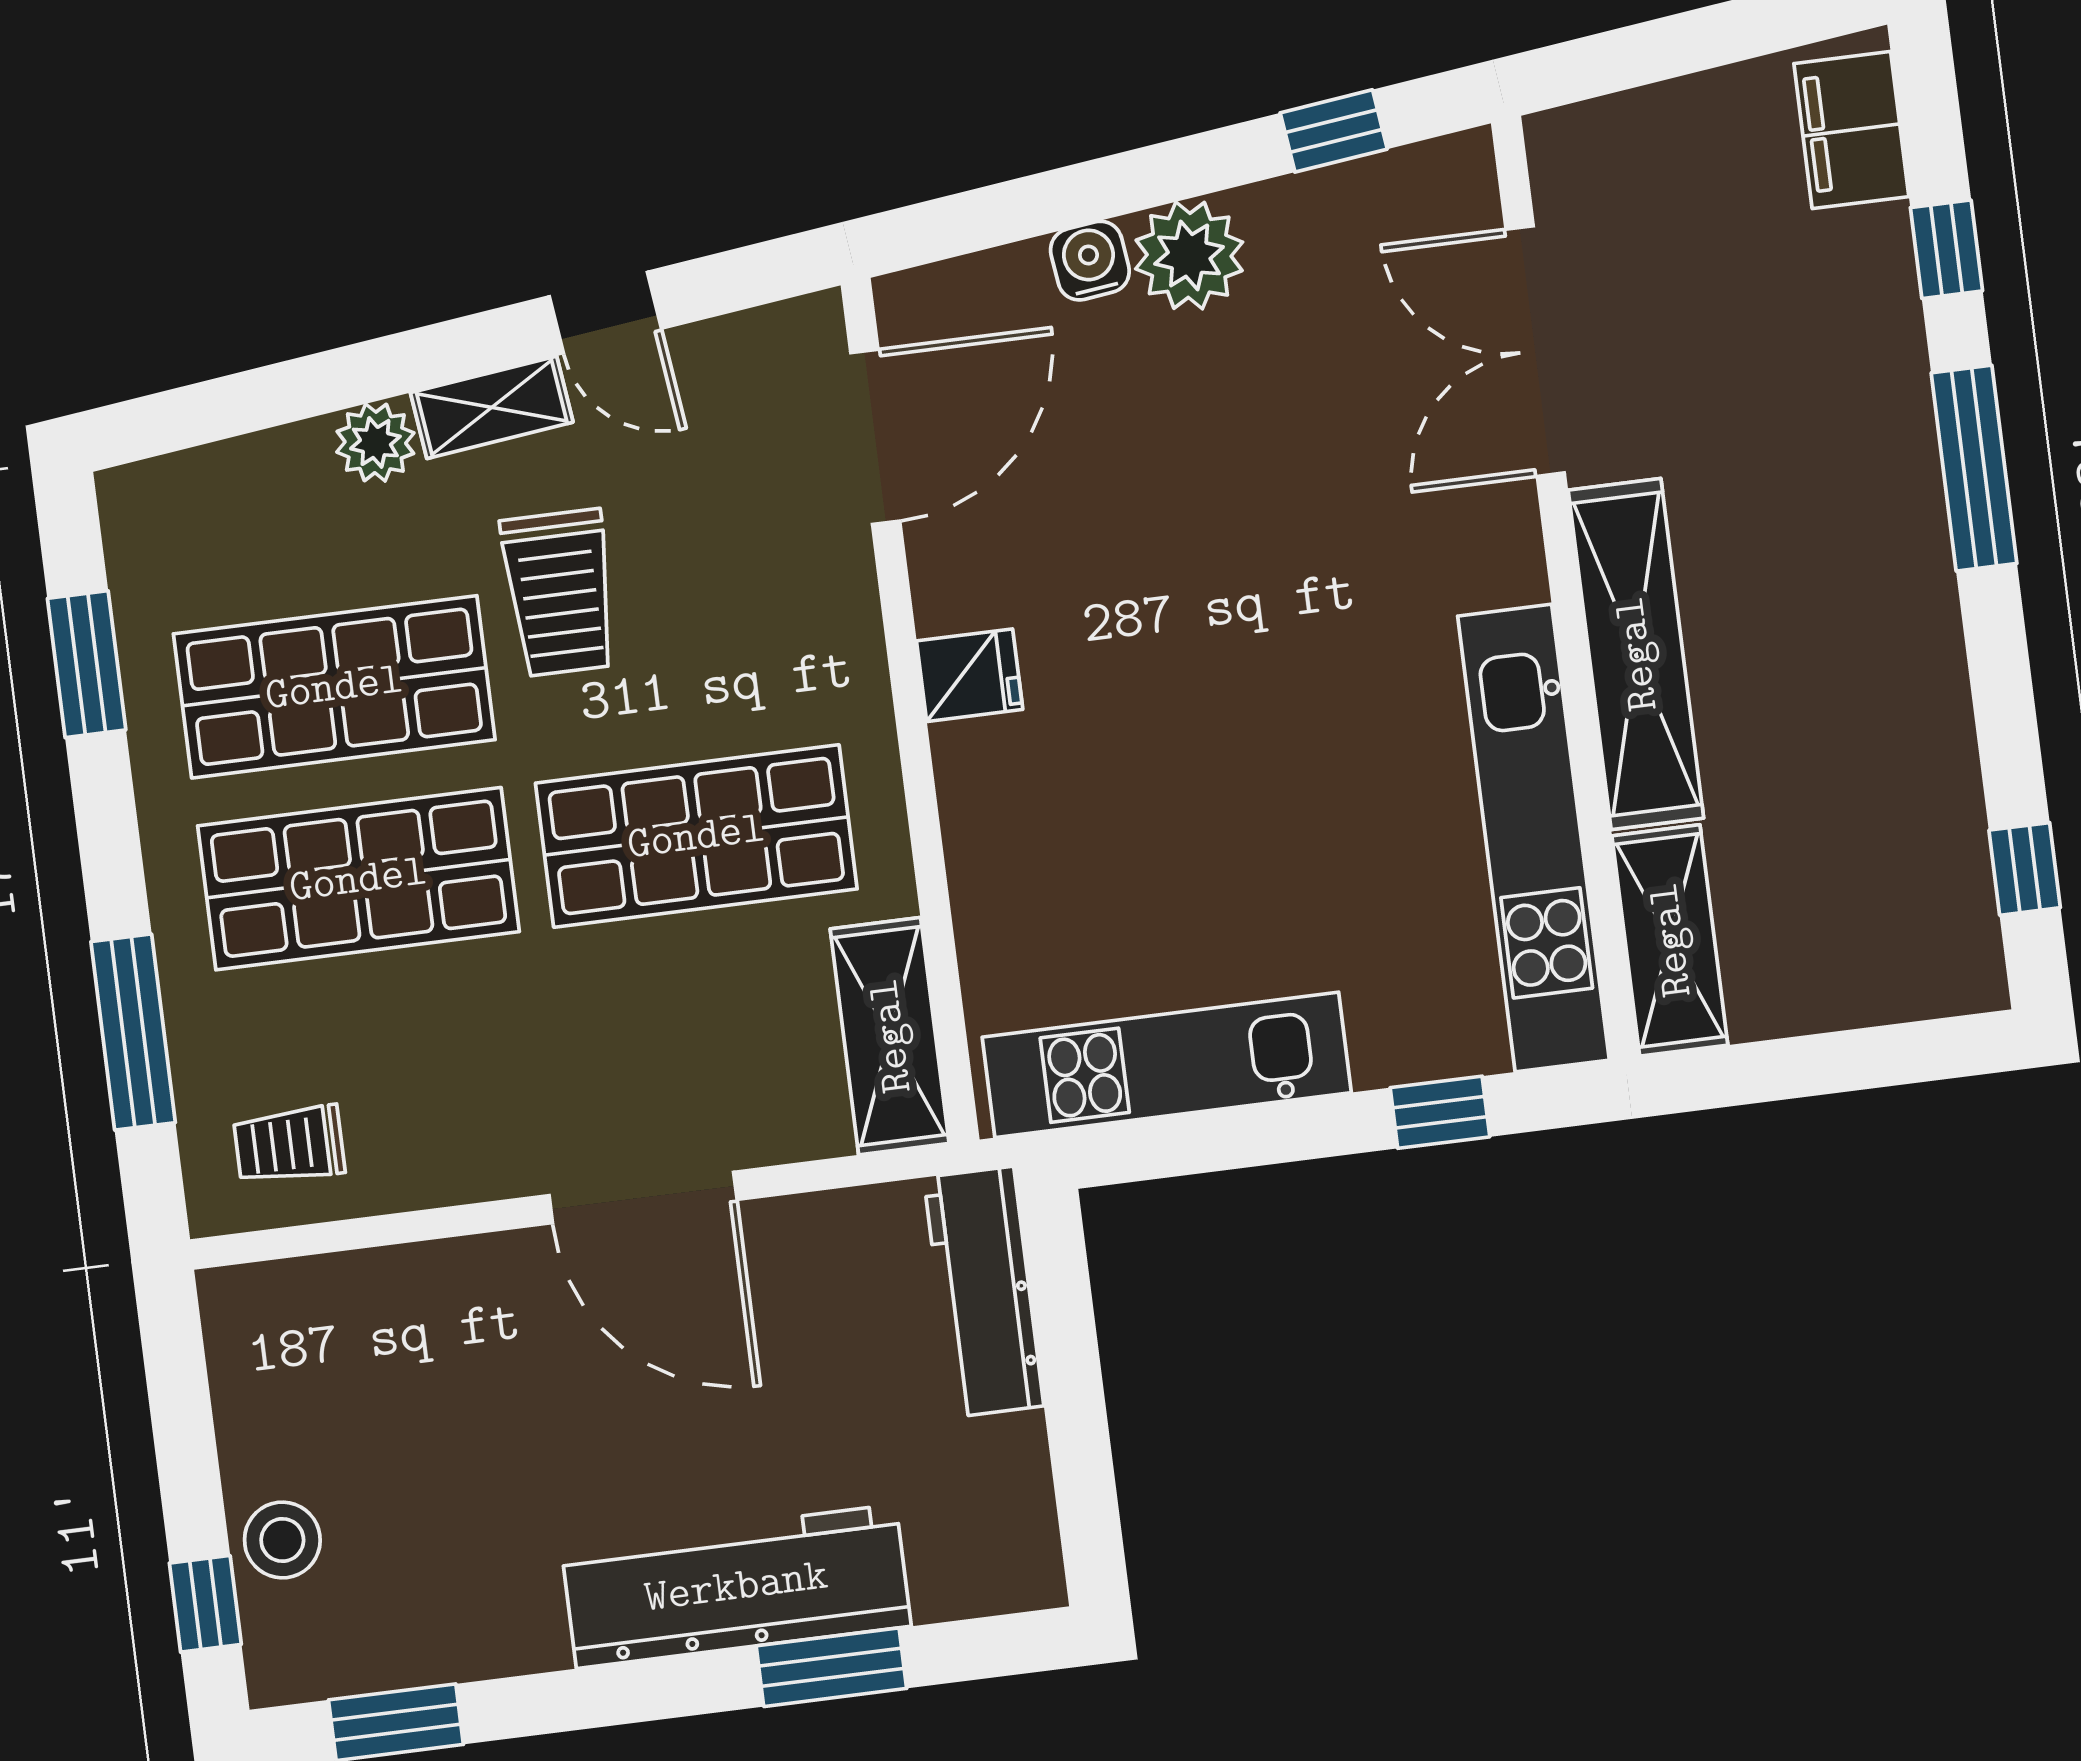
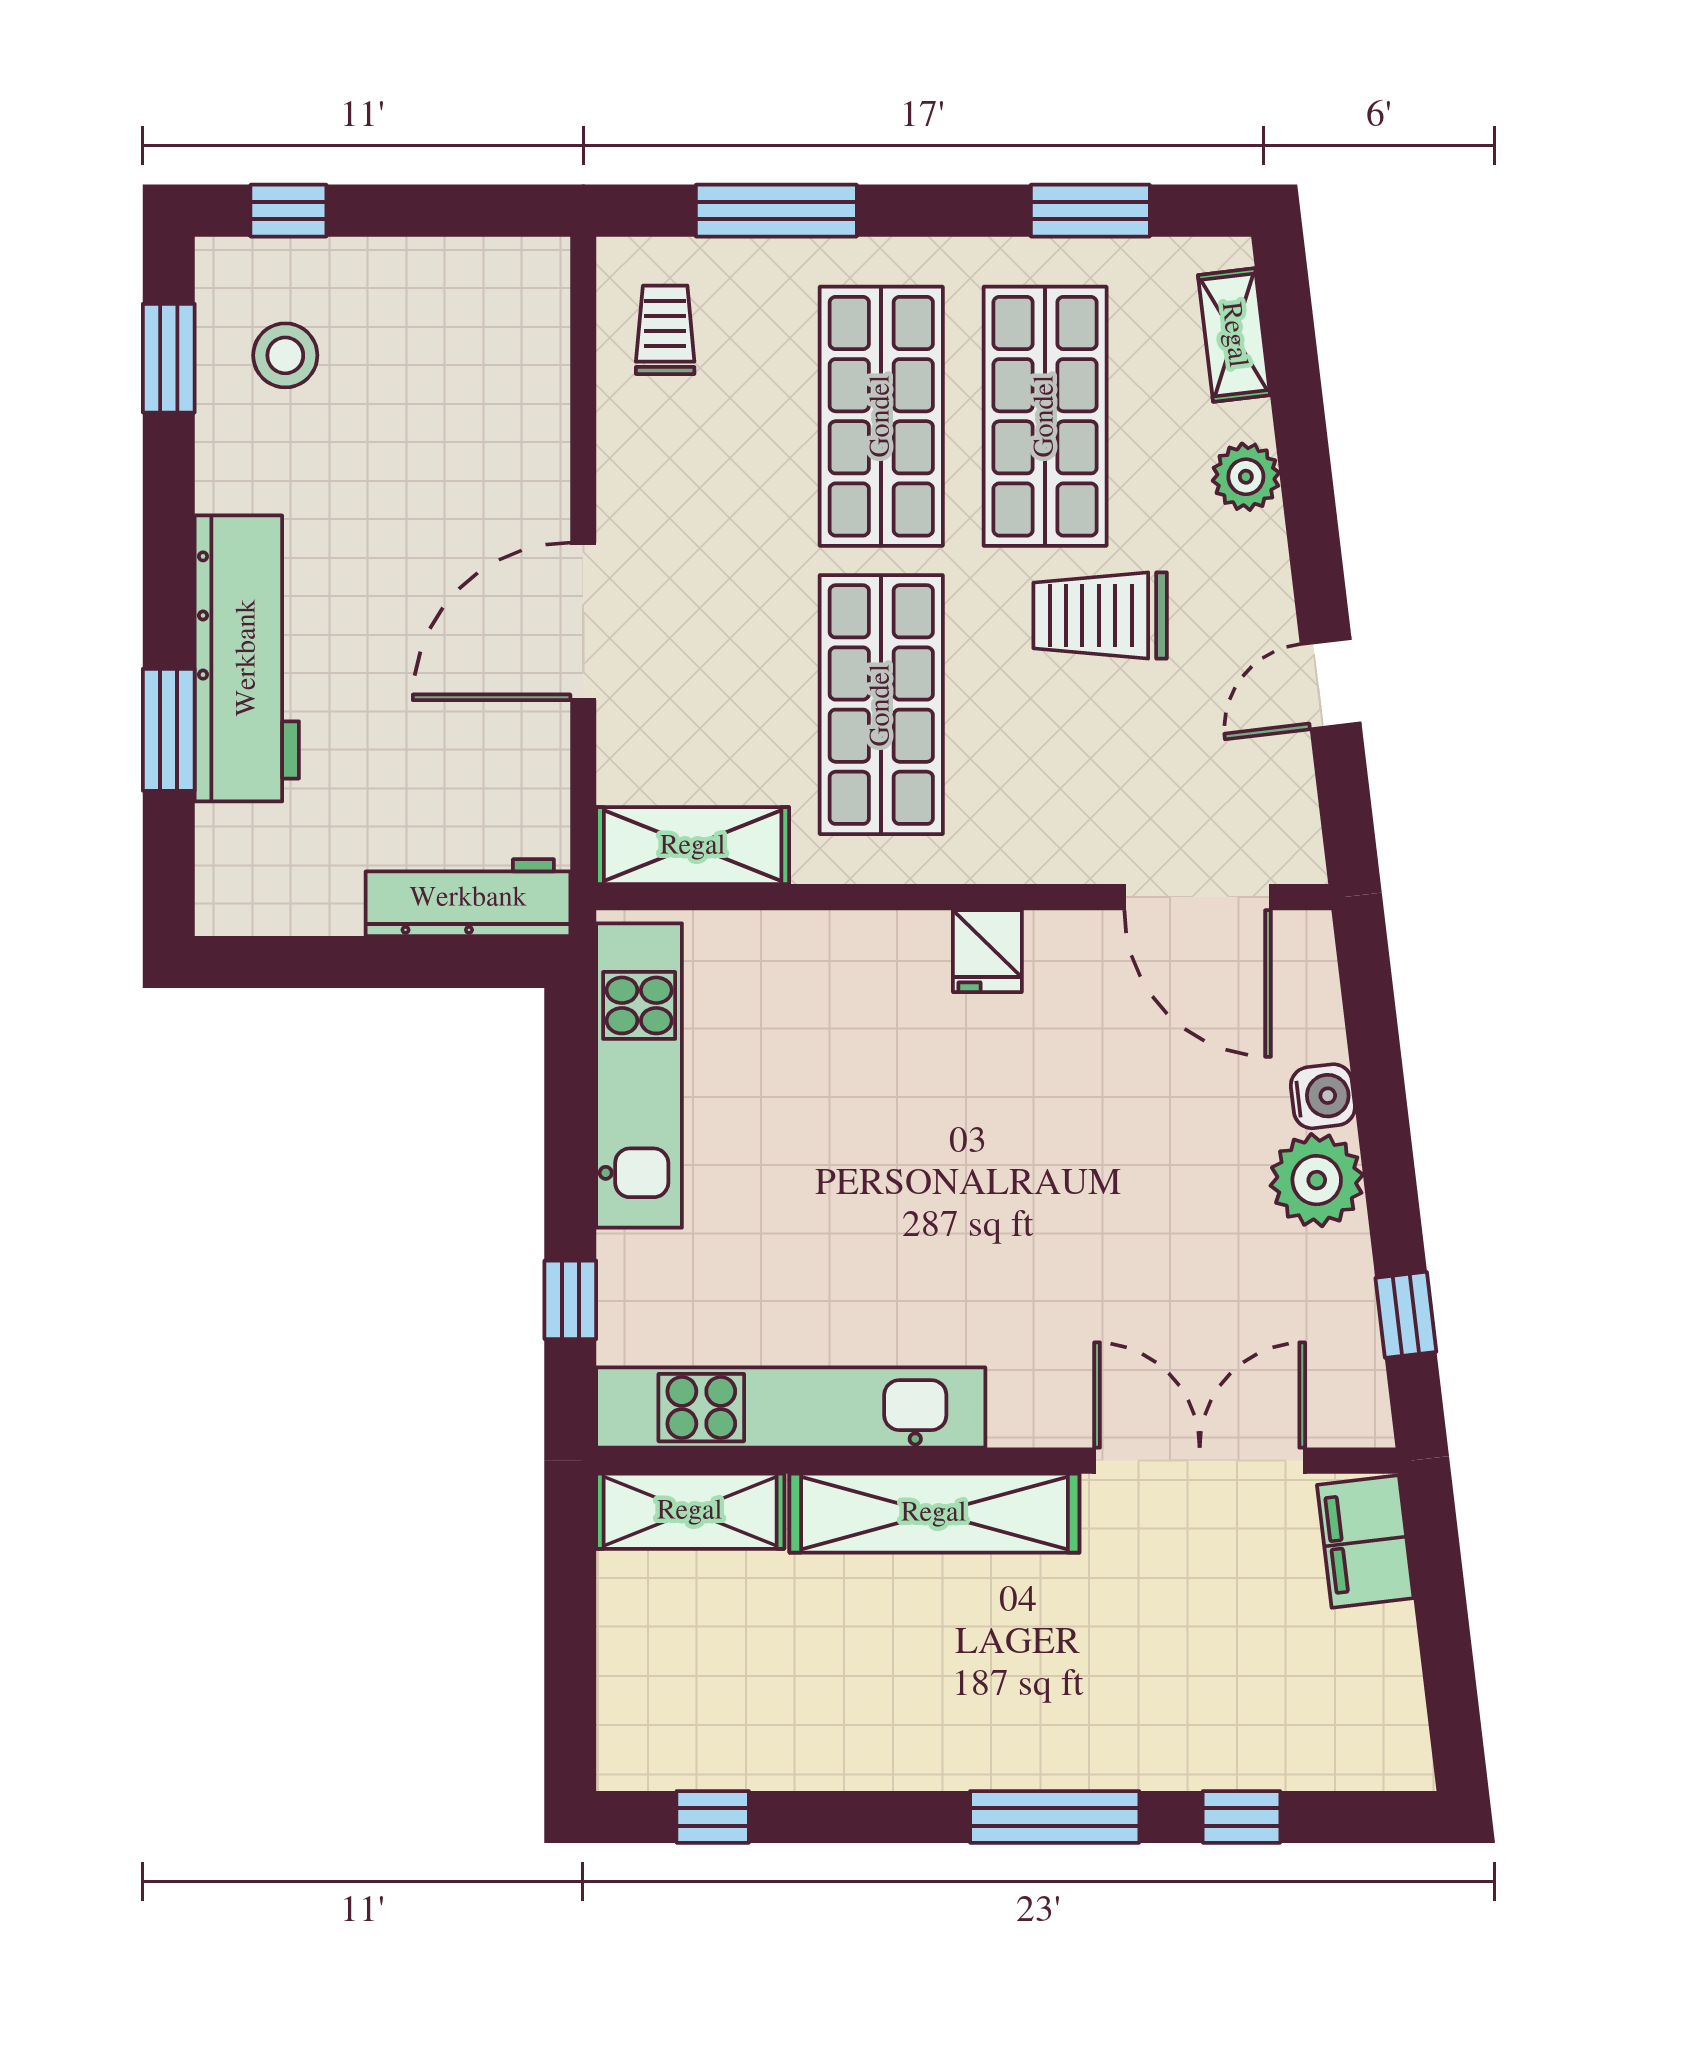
filing cabinet: (1851, 130) -> (1365, 1541), moved, turned -97
shelving: (492, 407) -> (1234, 335), moved
stool: (282, 1540) -> (285, 355), moved

